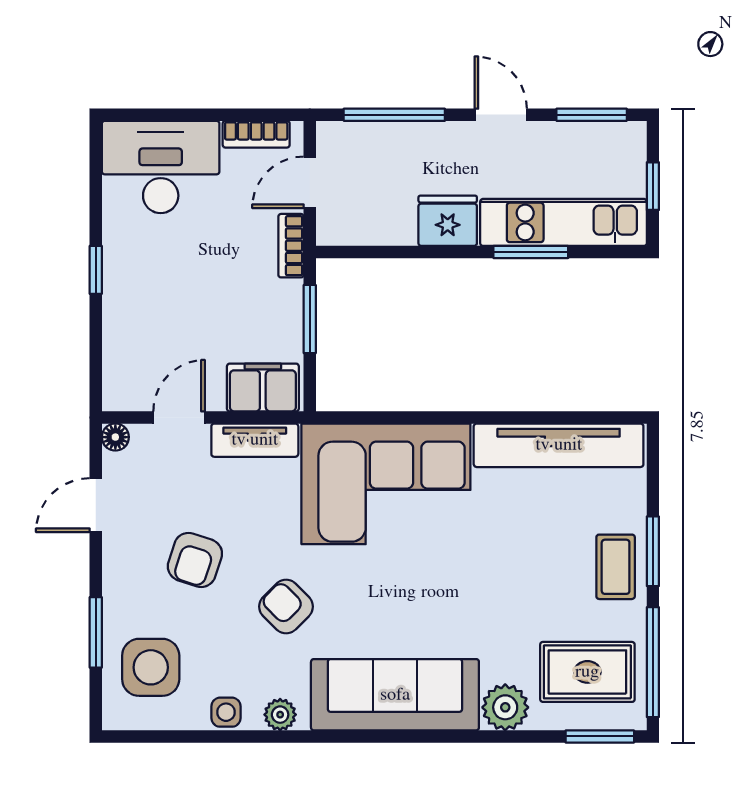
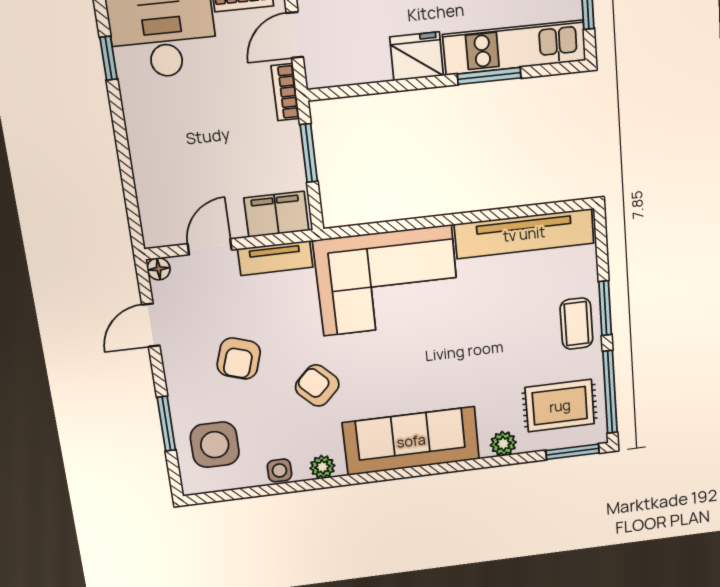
window: (96, 270) -> (109, 58), moved
plant: (505, 707) -> (503, 444), width x0.73, depth x0.73

